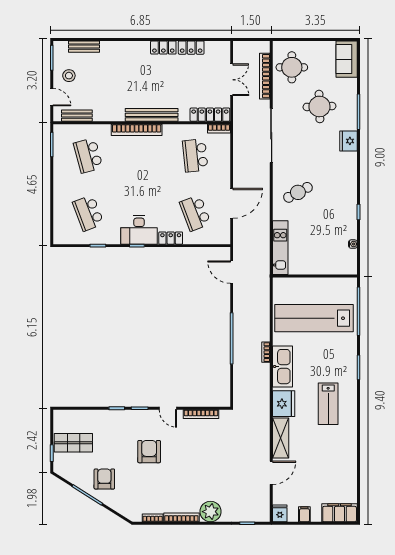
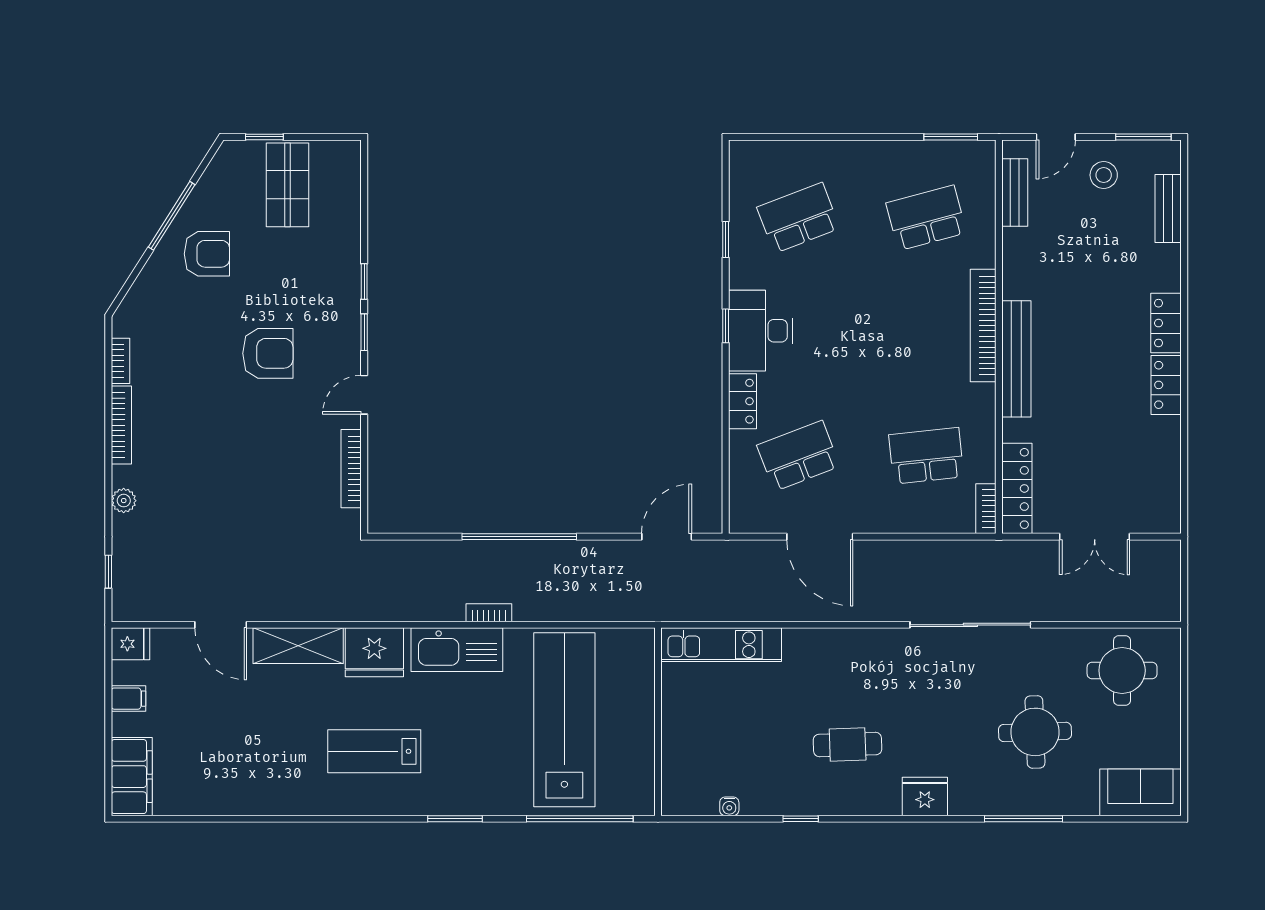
locker: (191, 48) -> (1166, 323), moved
bookcase: (265, 76) -> (1103, 610), removed
fridge: (348, 141) -> (925, 796), moved
cafe table: (298, 192) -> (848, 745), moved, turned -64
plant: (211, 512) -> (124, 501), width x0.53, depth x0.53

